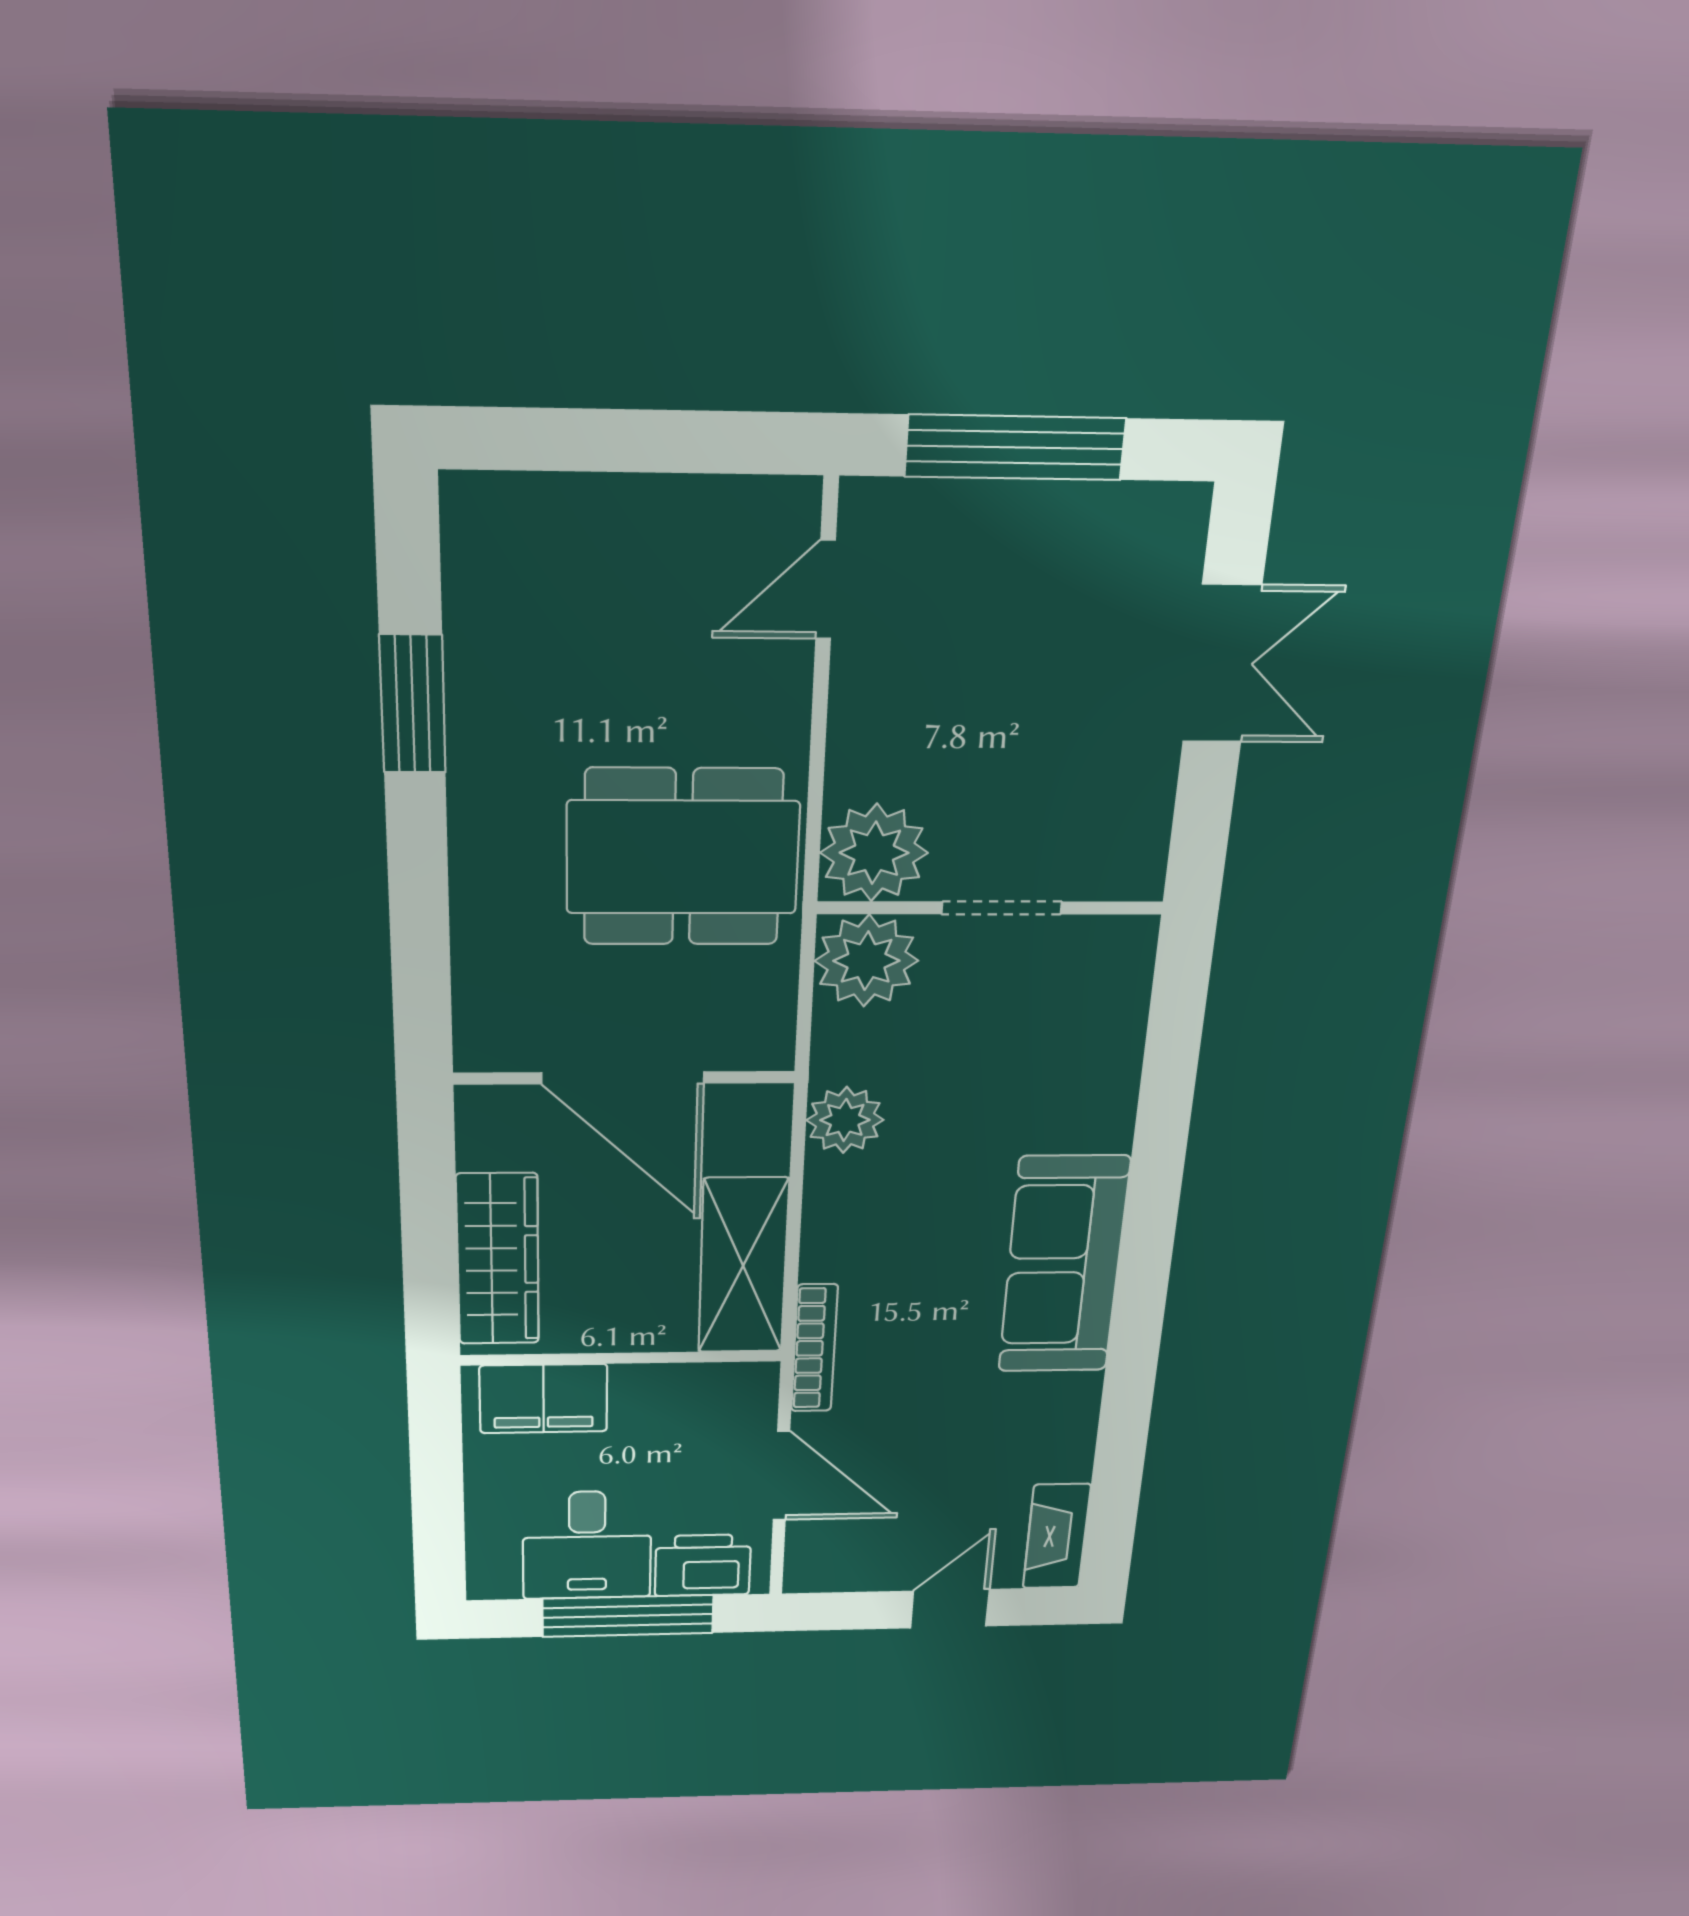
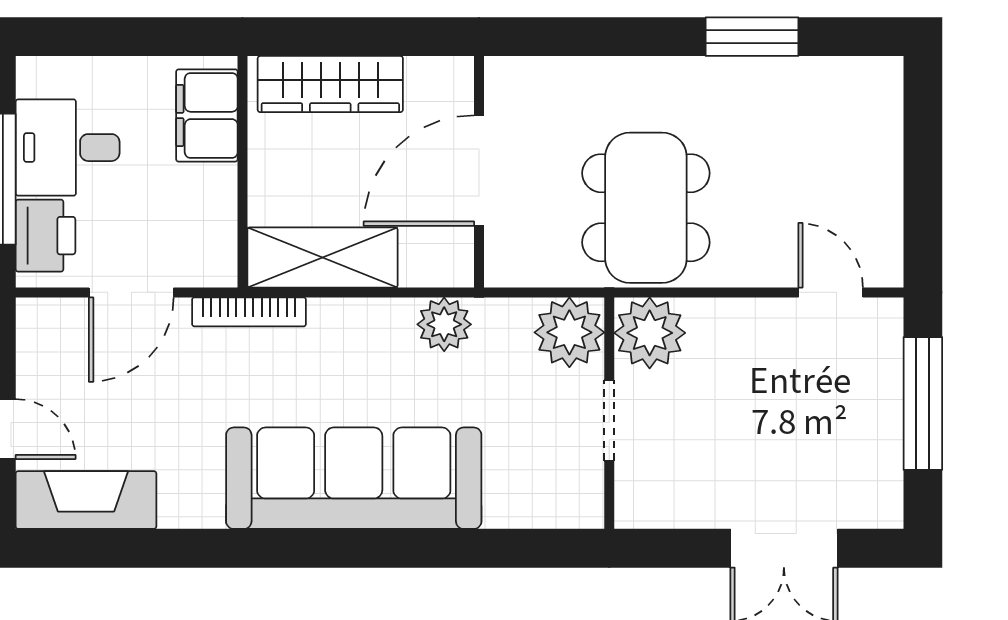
sofa: (1064, 1265) -> (354, 478), width x1.36, depth x1.27
fireplace: (1057, 1536) -> (86, 500), width x1.37, depth x1.32

